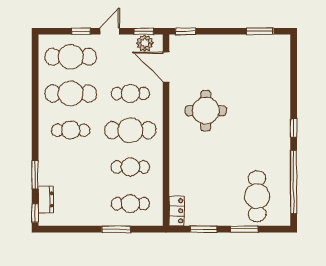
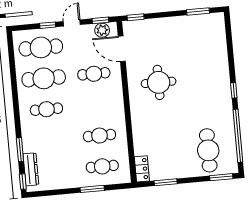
cafe table: (130, 130) -> (97, 105), removed
dresser: (46, 199) -> (31, 169), width x1.44
window: (244, 229) -> (221, 177), moved

